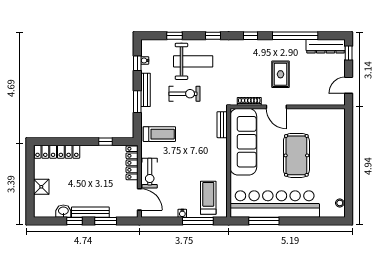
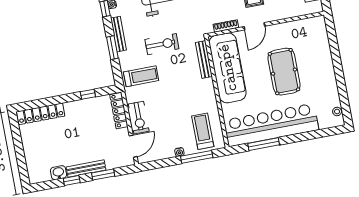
exercise bike: (185, 94) -> (162, 44), moved
door: (276, 107) -> (254, 26), hinge flipped
bench: (222, 125) -> (204, 59), width x1.36
shower: (41, 187) -> (31, 152), removed
door: (139, 199) -> (133, 146), hinge flipped

